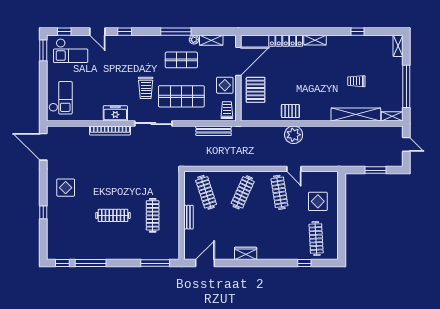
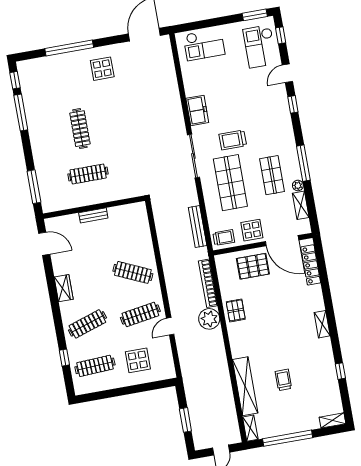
locker: (286, 41) -> (311, 265), moved
bookcase: (110, 130) -> (208, 283), moved
clothes rail: (206, 192) -> (87, 324), moved
window: (43, 212) -> (69, 48), width x3.17

